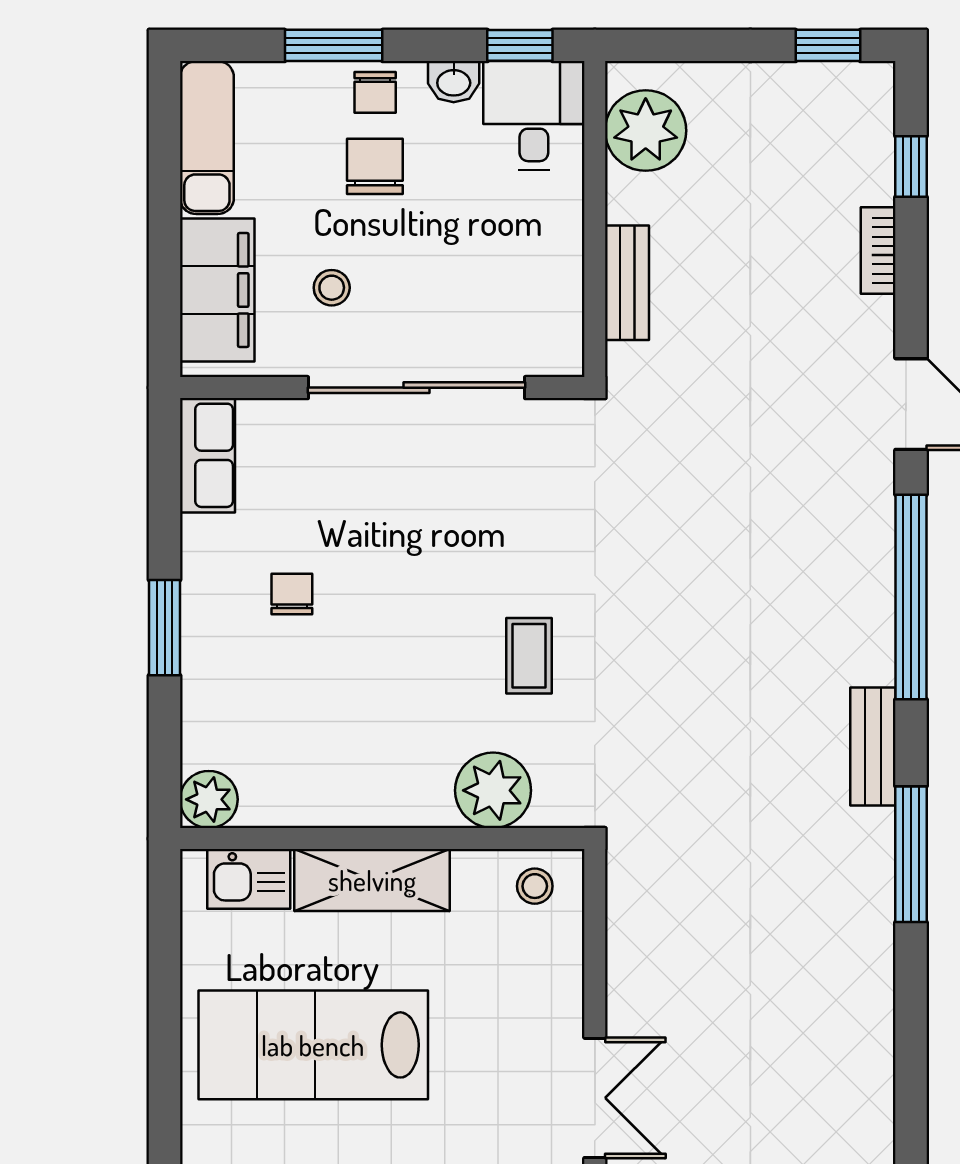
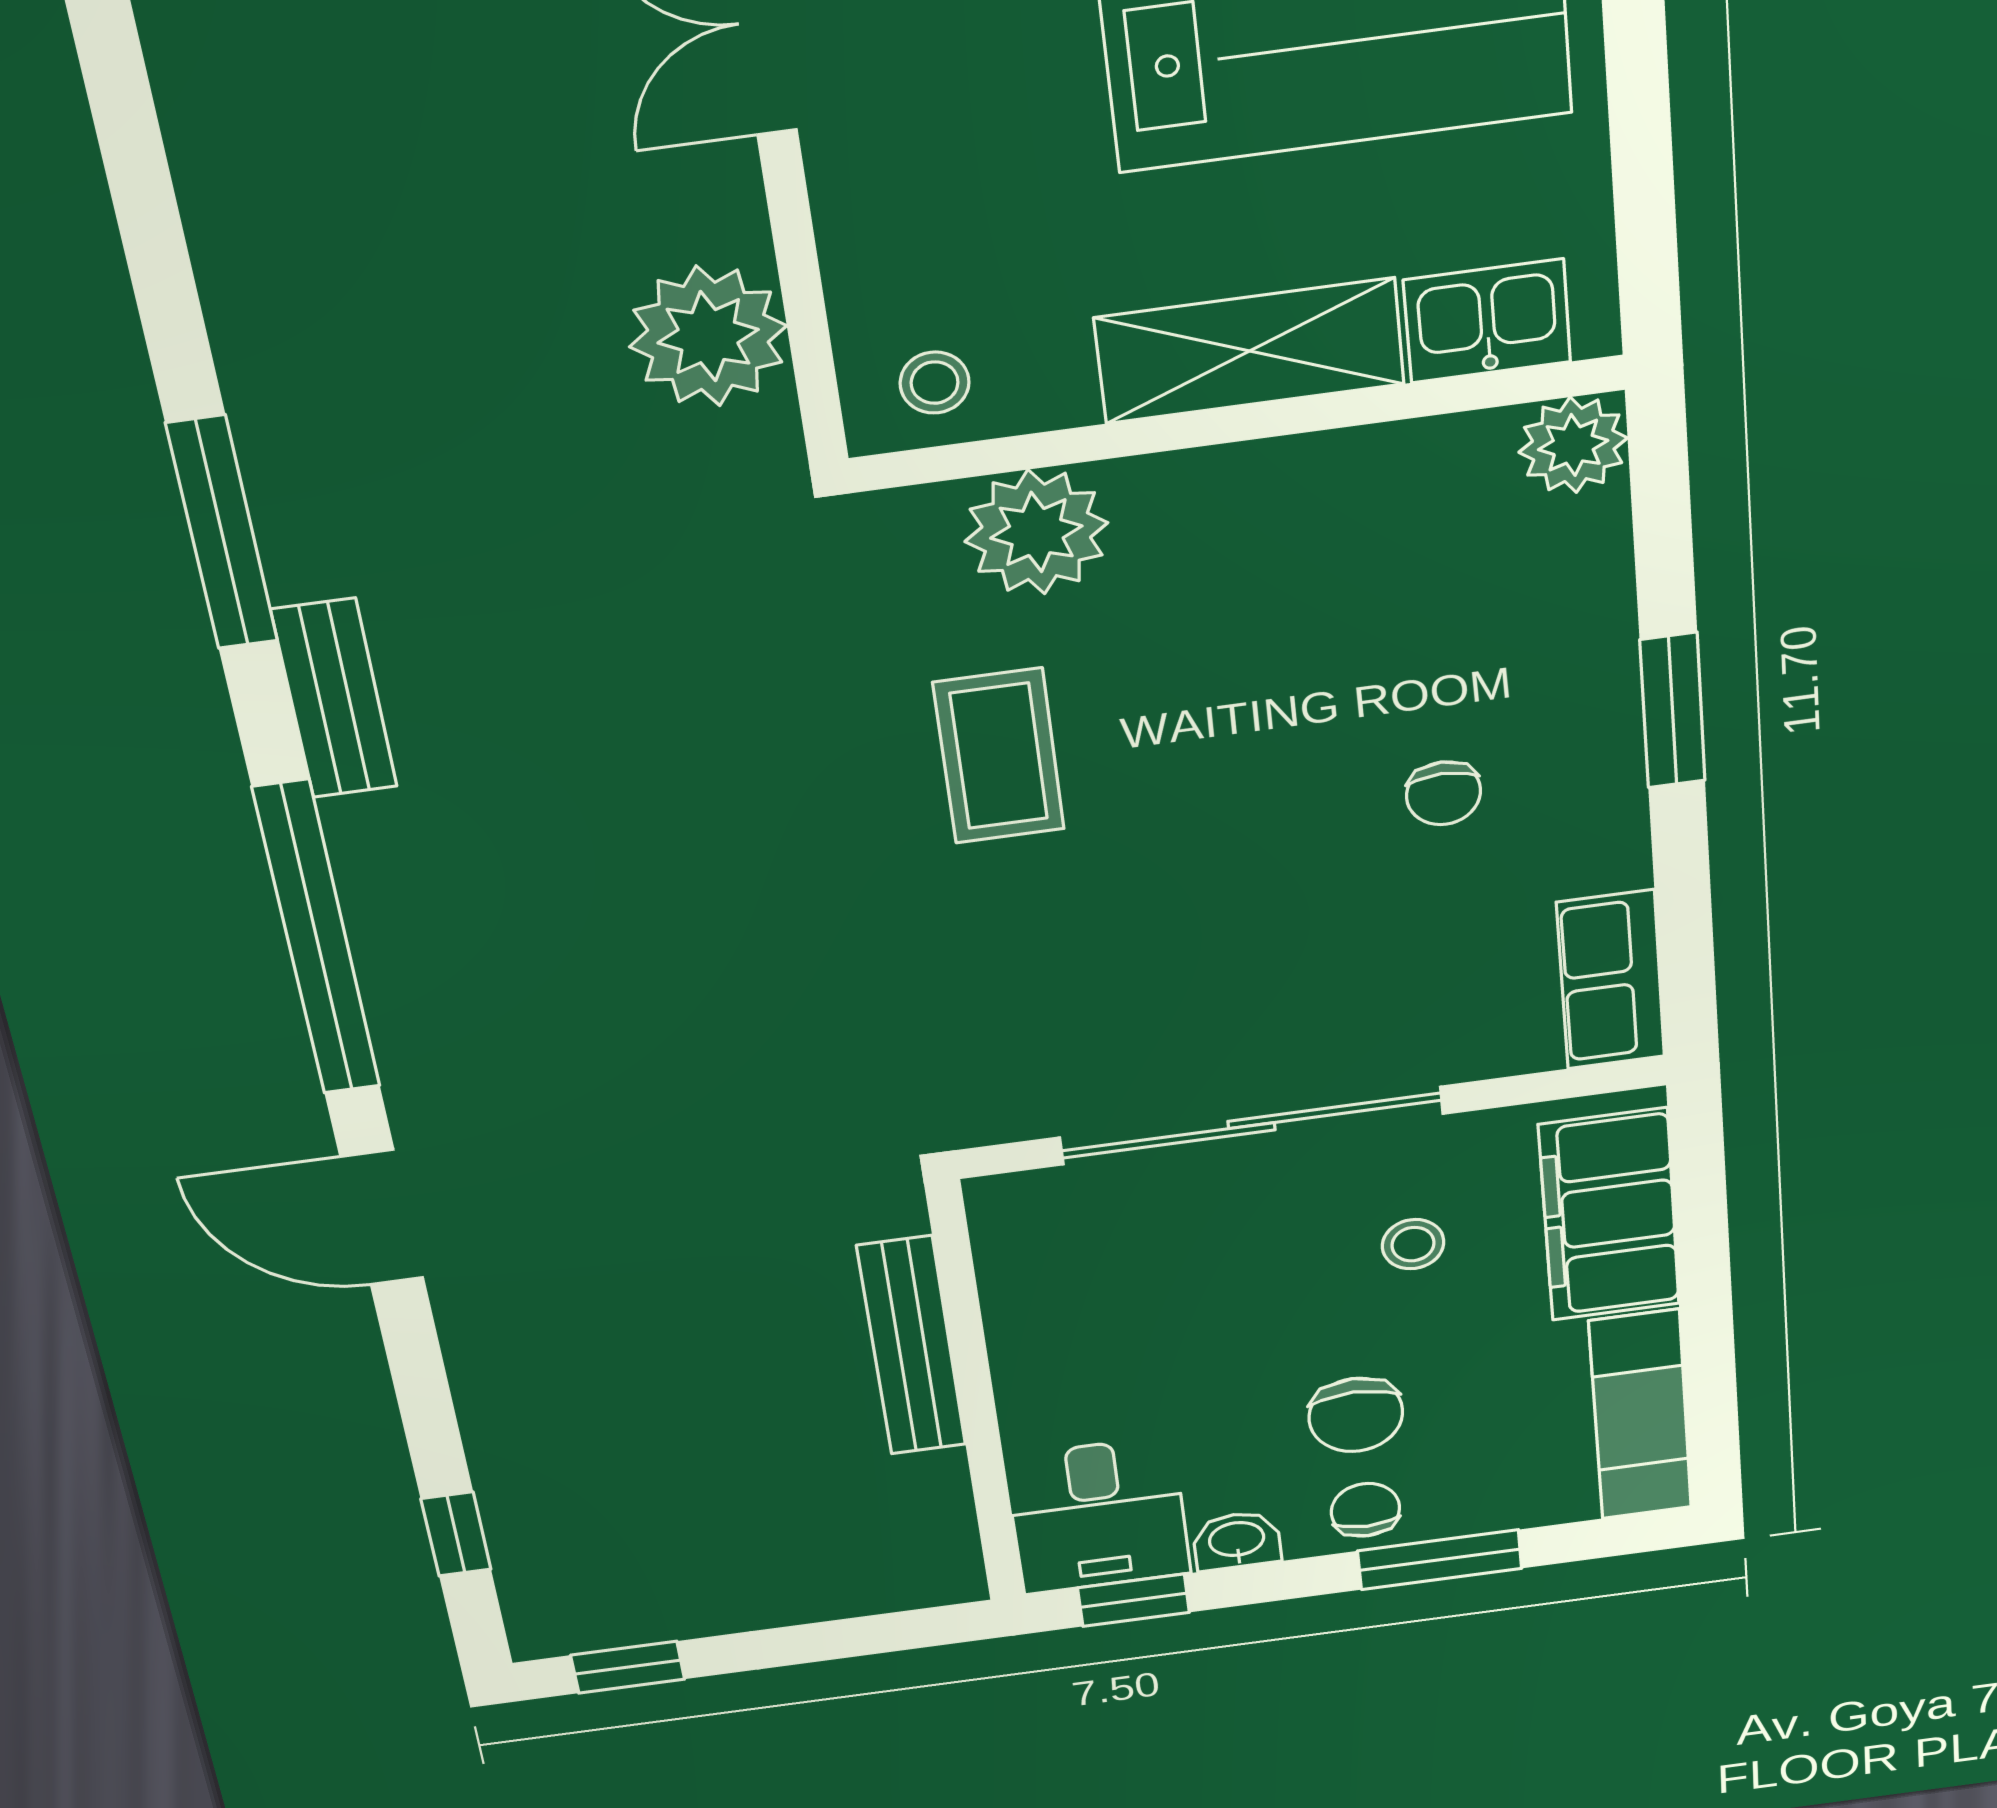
plant: (646, 131) -> (708, 336), moved
bookcase: (878, 250) -> (486, 1418), removed
bench: (627, 283) -> (912, 1346), width x1.36
coffee table: (529, 656) -> (999, 756), width x1.36, depth x1.30

